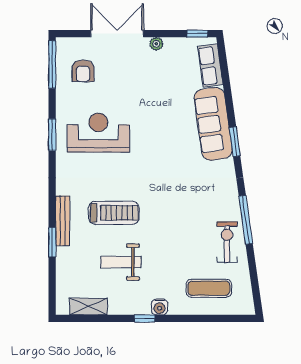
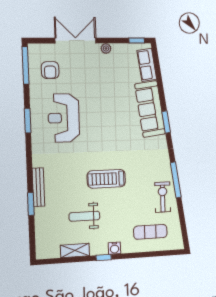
reception desk: (98, 133) -> (64, 118), turned -90
treadmill: (114, 213) -> (106, 179), moved, turned 180
shelving: (88, 306) -> (75, 250), moved

